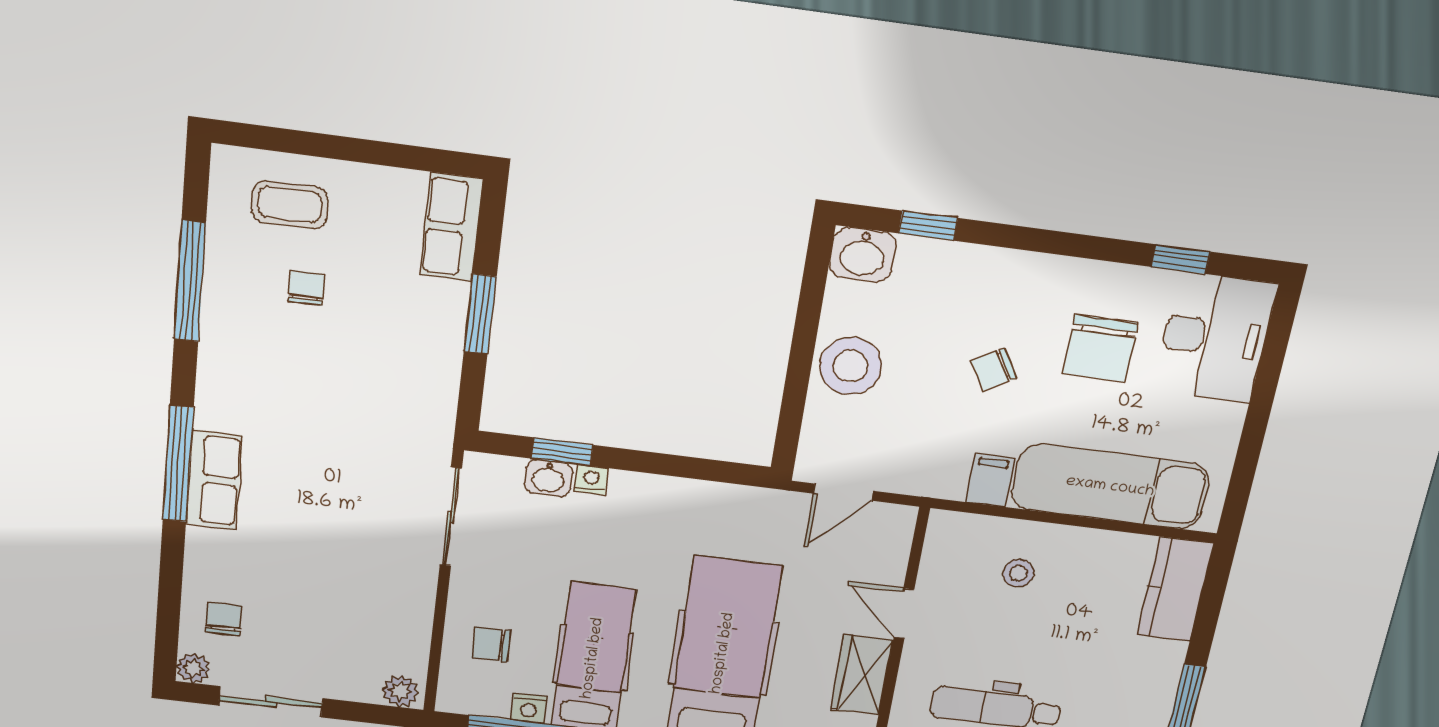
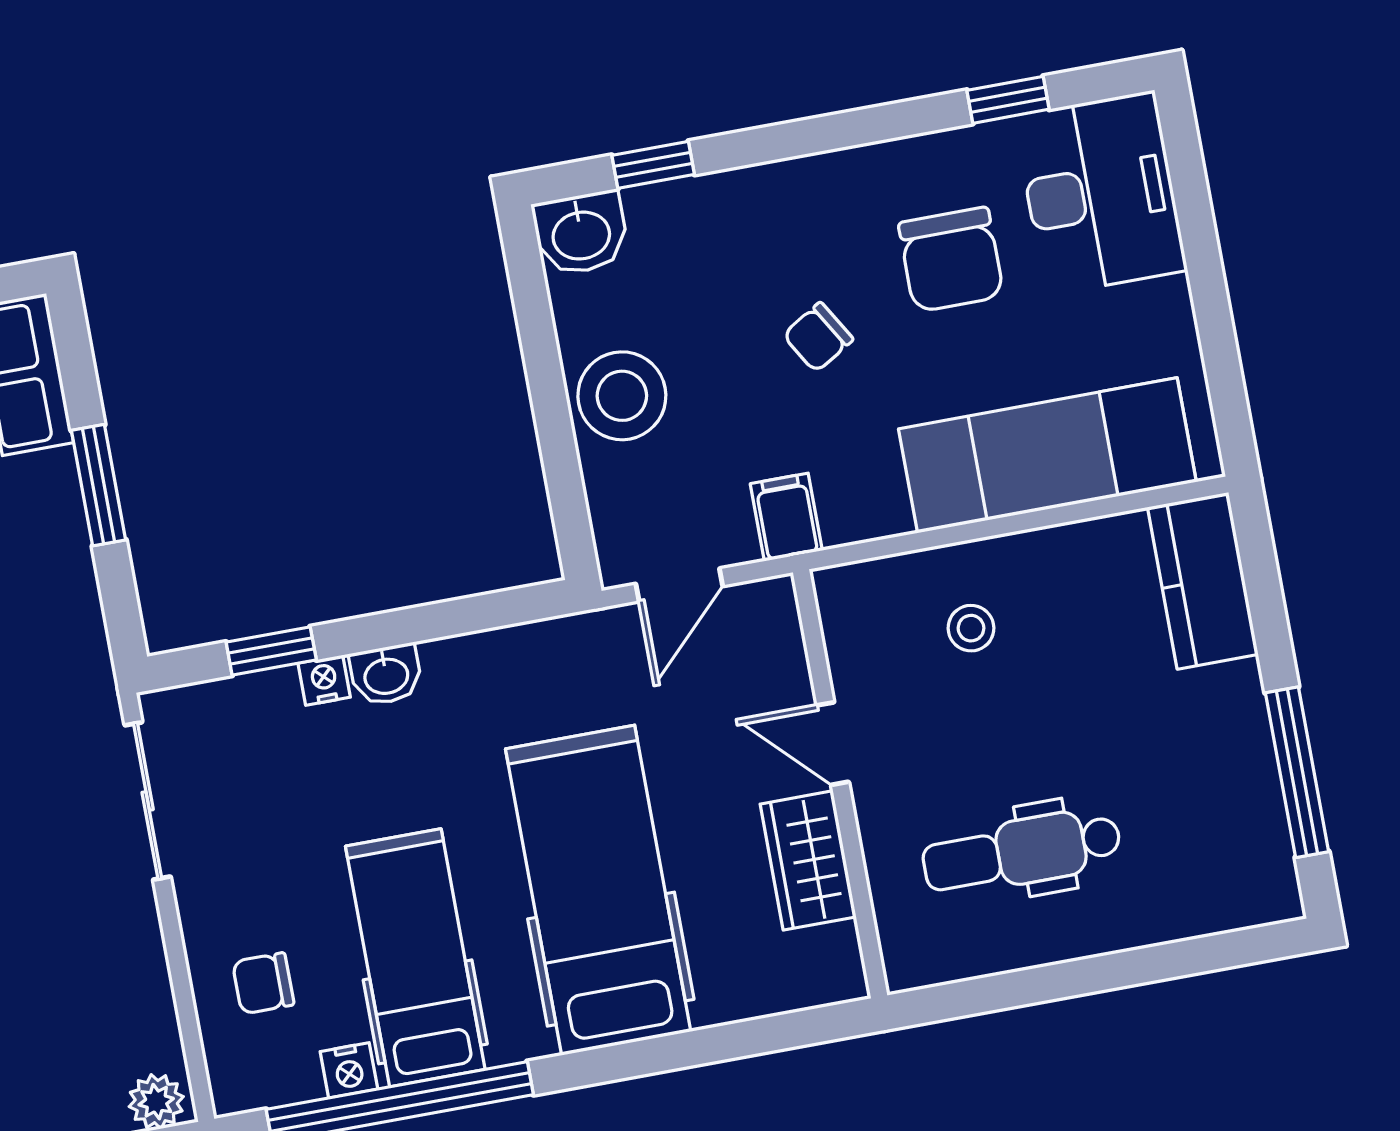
washbasin: (548, 478) -> (386, 675), moved
filing cabinet: (990, 480) -> (786, 517), moved

